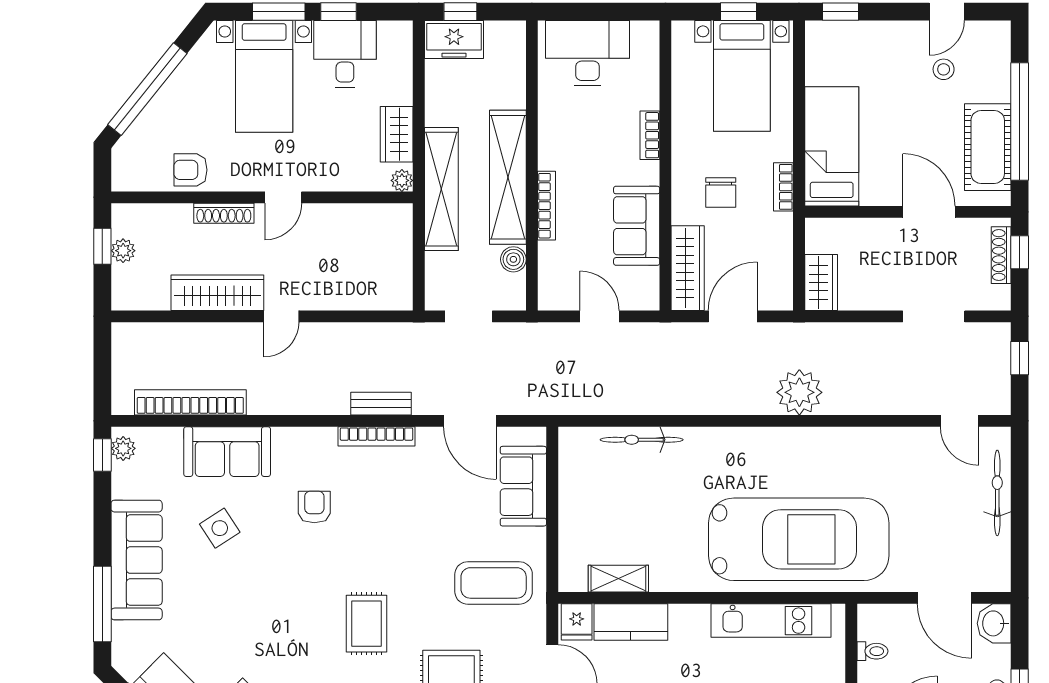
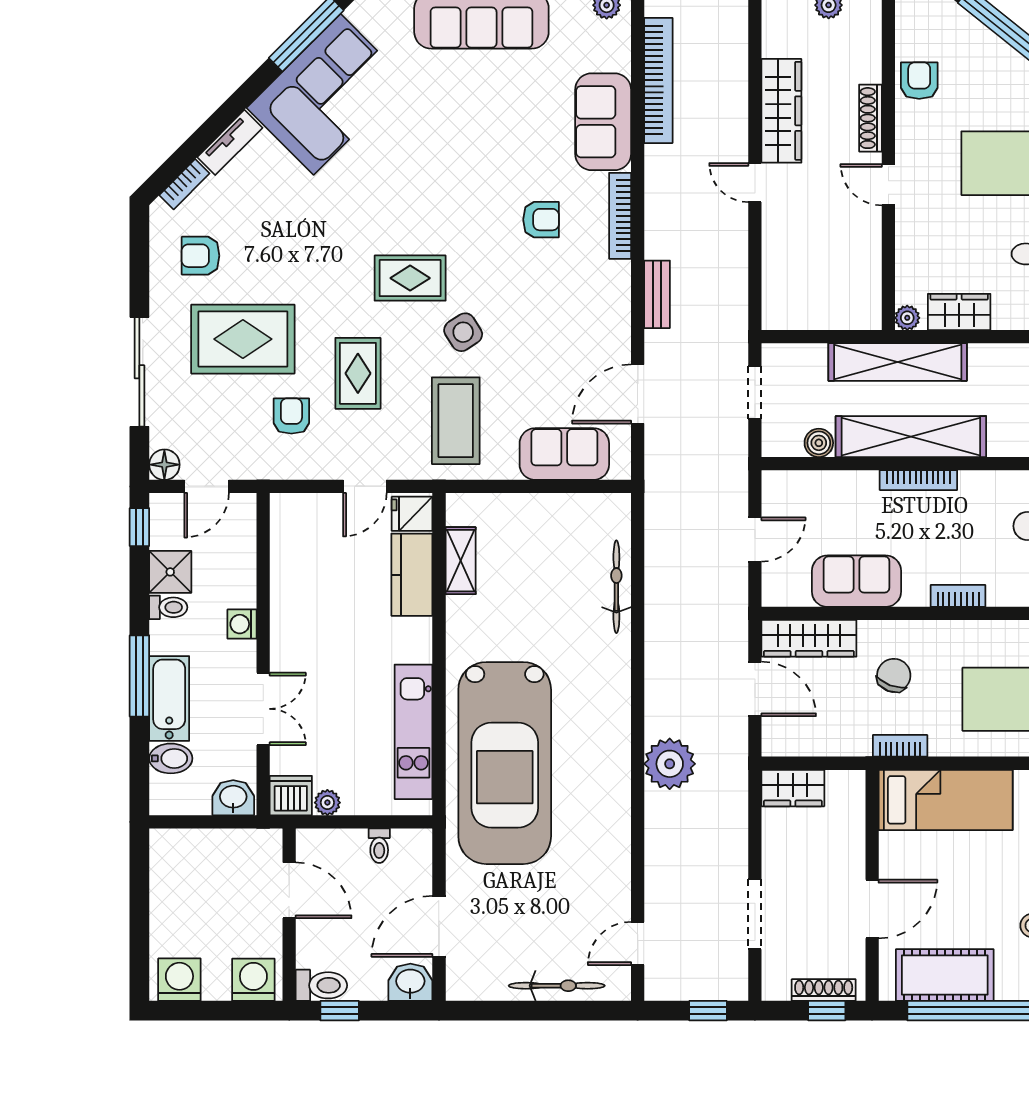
chair: (721, 192) -> (894, 675), turned 111
bookcase: (547, 206) -> (918, 480), moved
bookcase: (376, 436) -> (620, 216), moved
side table: (220, 528) -> (463, 332), moved

